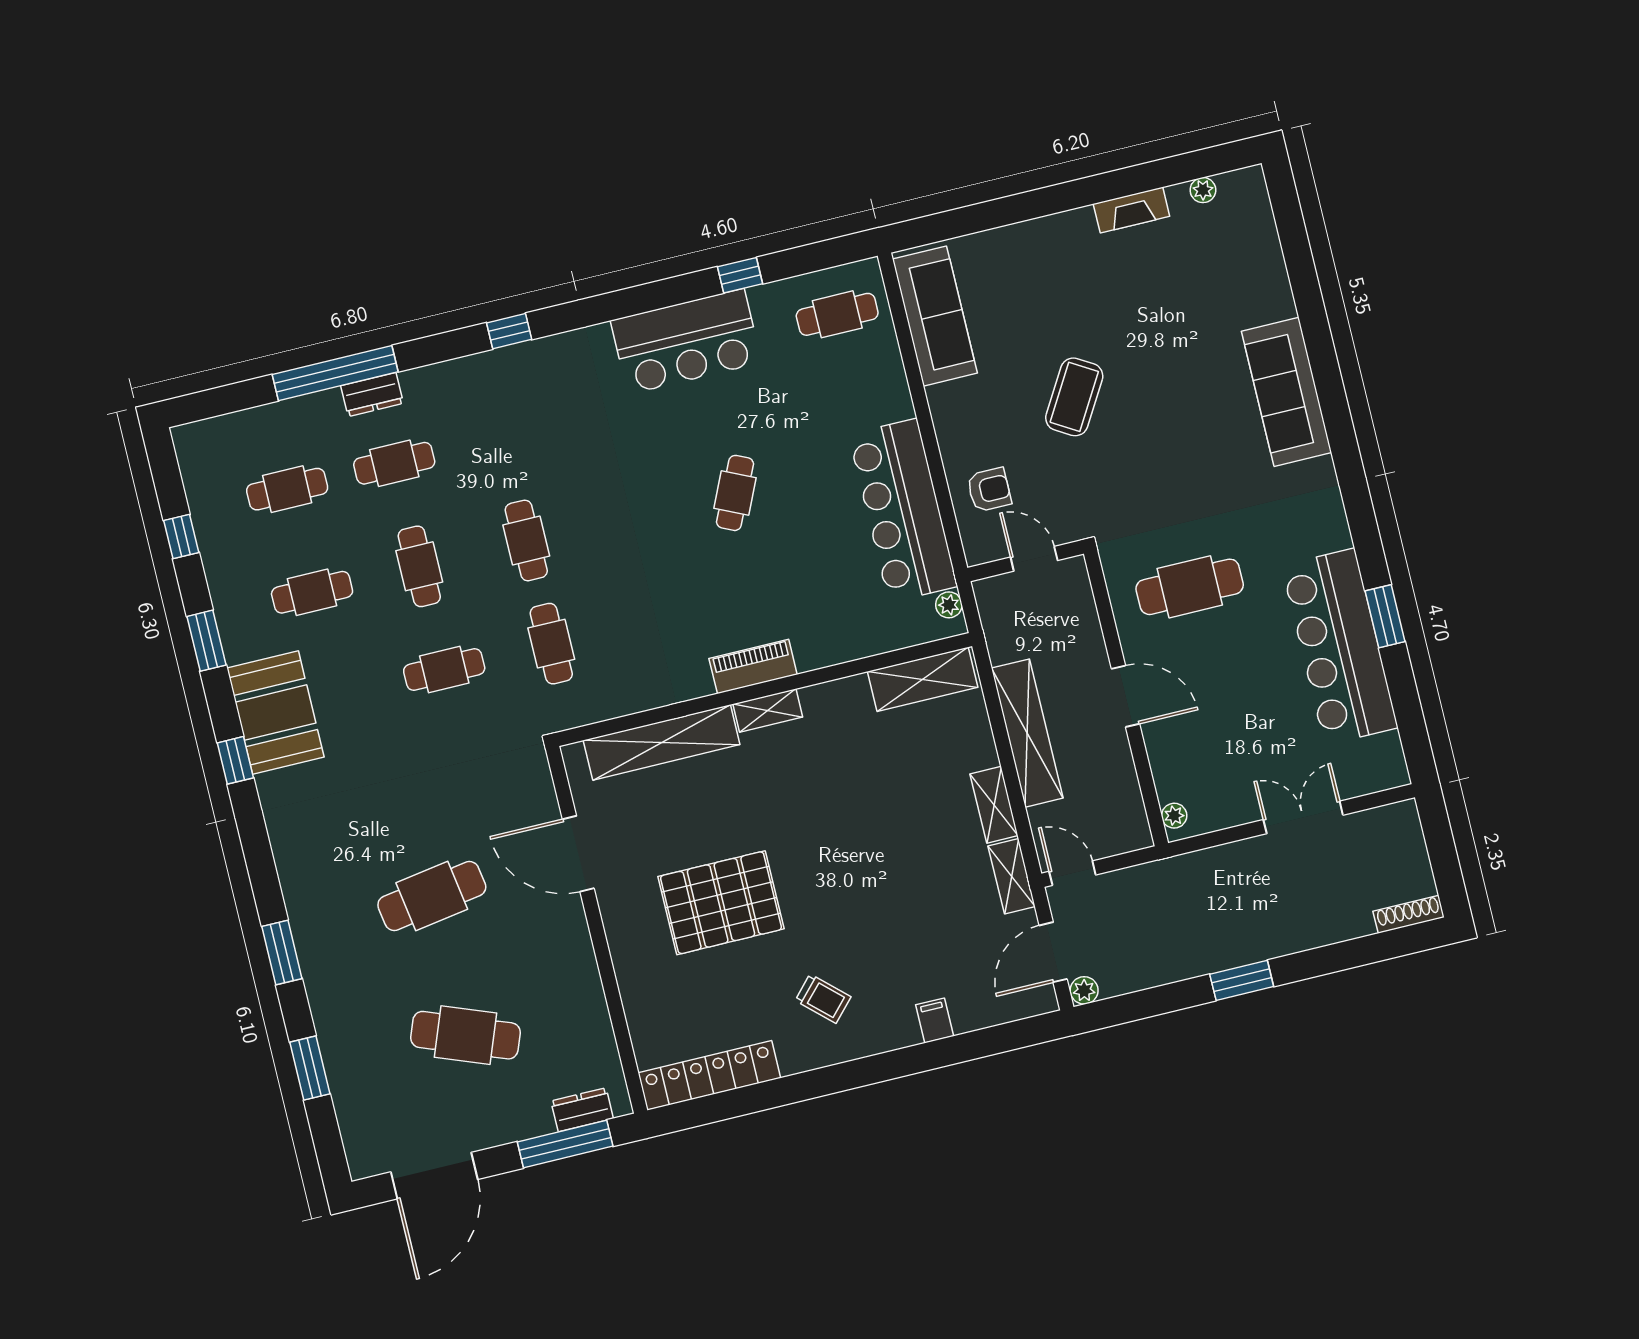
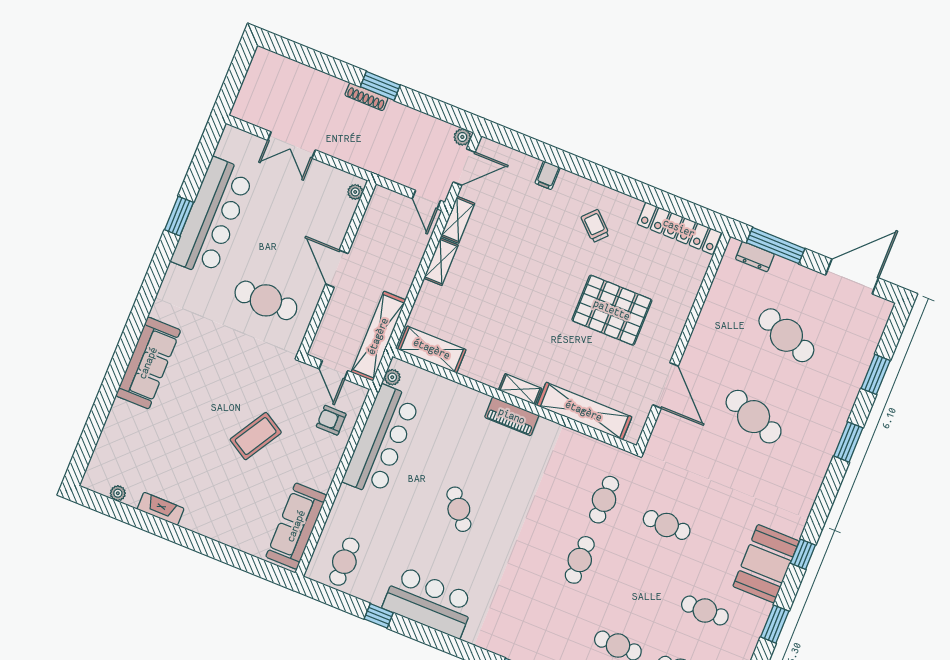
cafe table: (837, 314) -> (344, 562), turned 90
cafe table: (735, 493) -> (459, 509), turned -63
cafe table: (419, 566) -> (642, 585), removed
shelving: (1027, 733) -> (378, 336), moved
cafe table: (432, 896) -> (754, 417), turned 30
shoe rack: (1409, 914) -> (366, 97), moved

